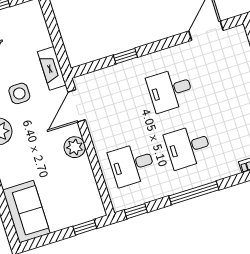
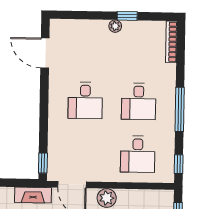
window: (125, 56) -> (43, 163), moved

